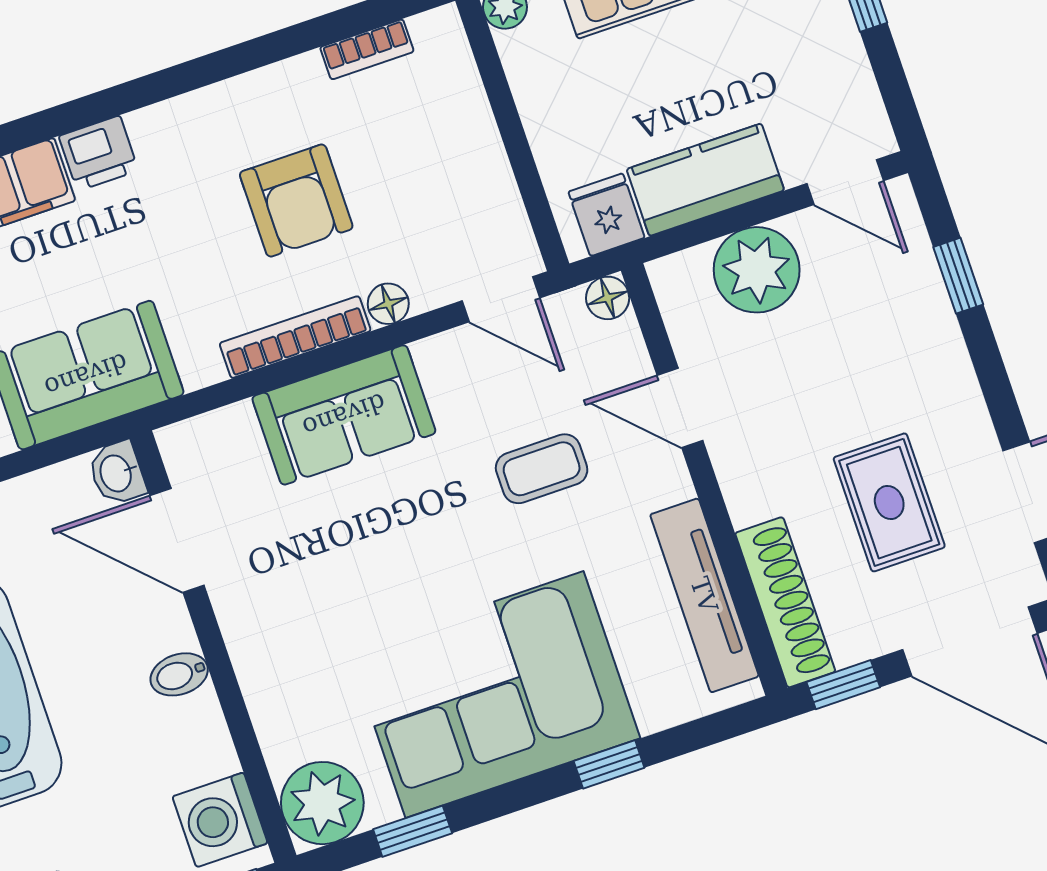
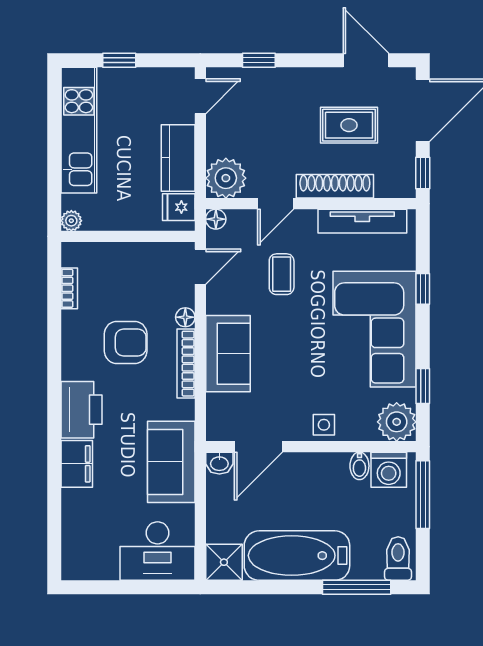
printer: (99, 153) -> (81, 410), width x1.87, depth x1.48
plant: (757, 270) -> (226, 178), moved
shoe rack: (785, 602) -> (335, 186), moved
side table: (266, 658) -> (324, 425), added
bidet: (179, 674) -> (359, 466), moved

